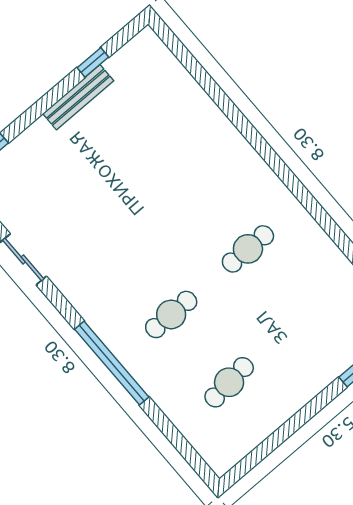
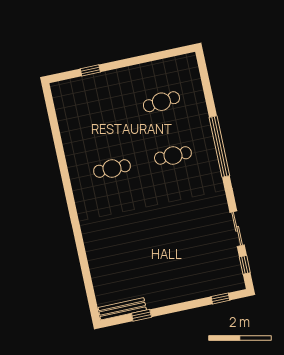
bench: (78, 97) -> (122, 309), moved

